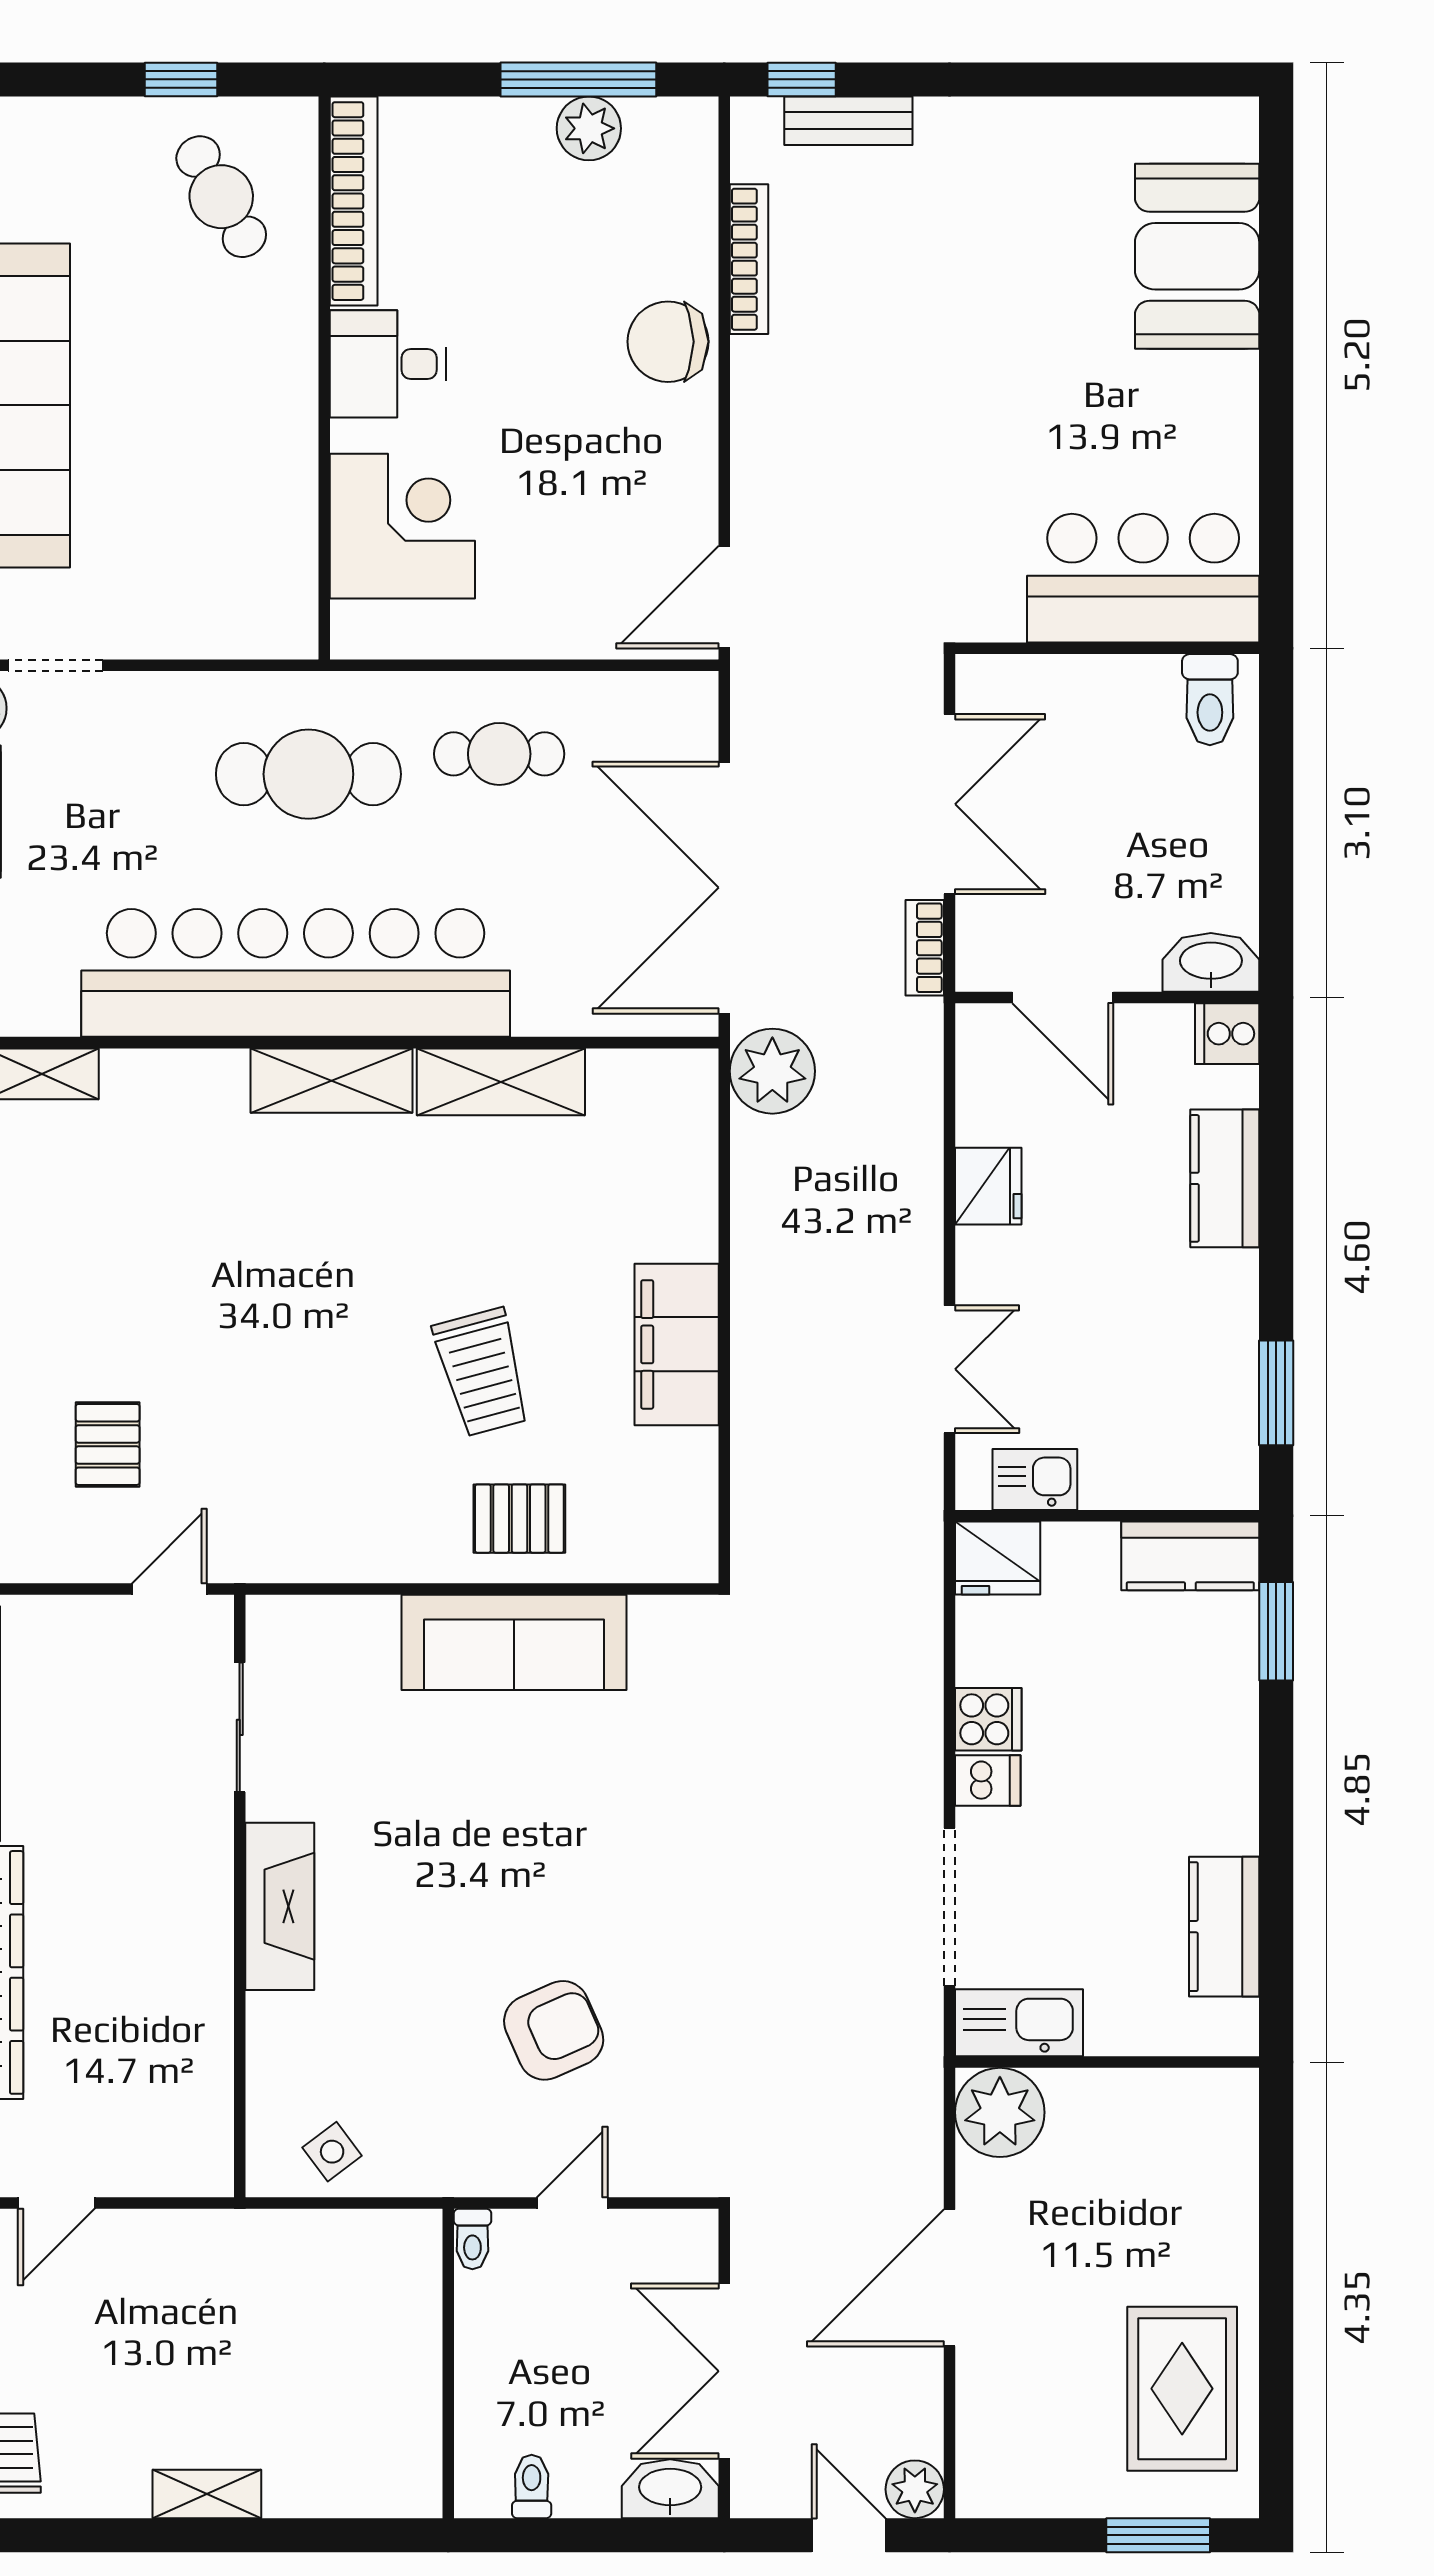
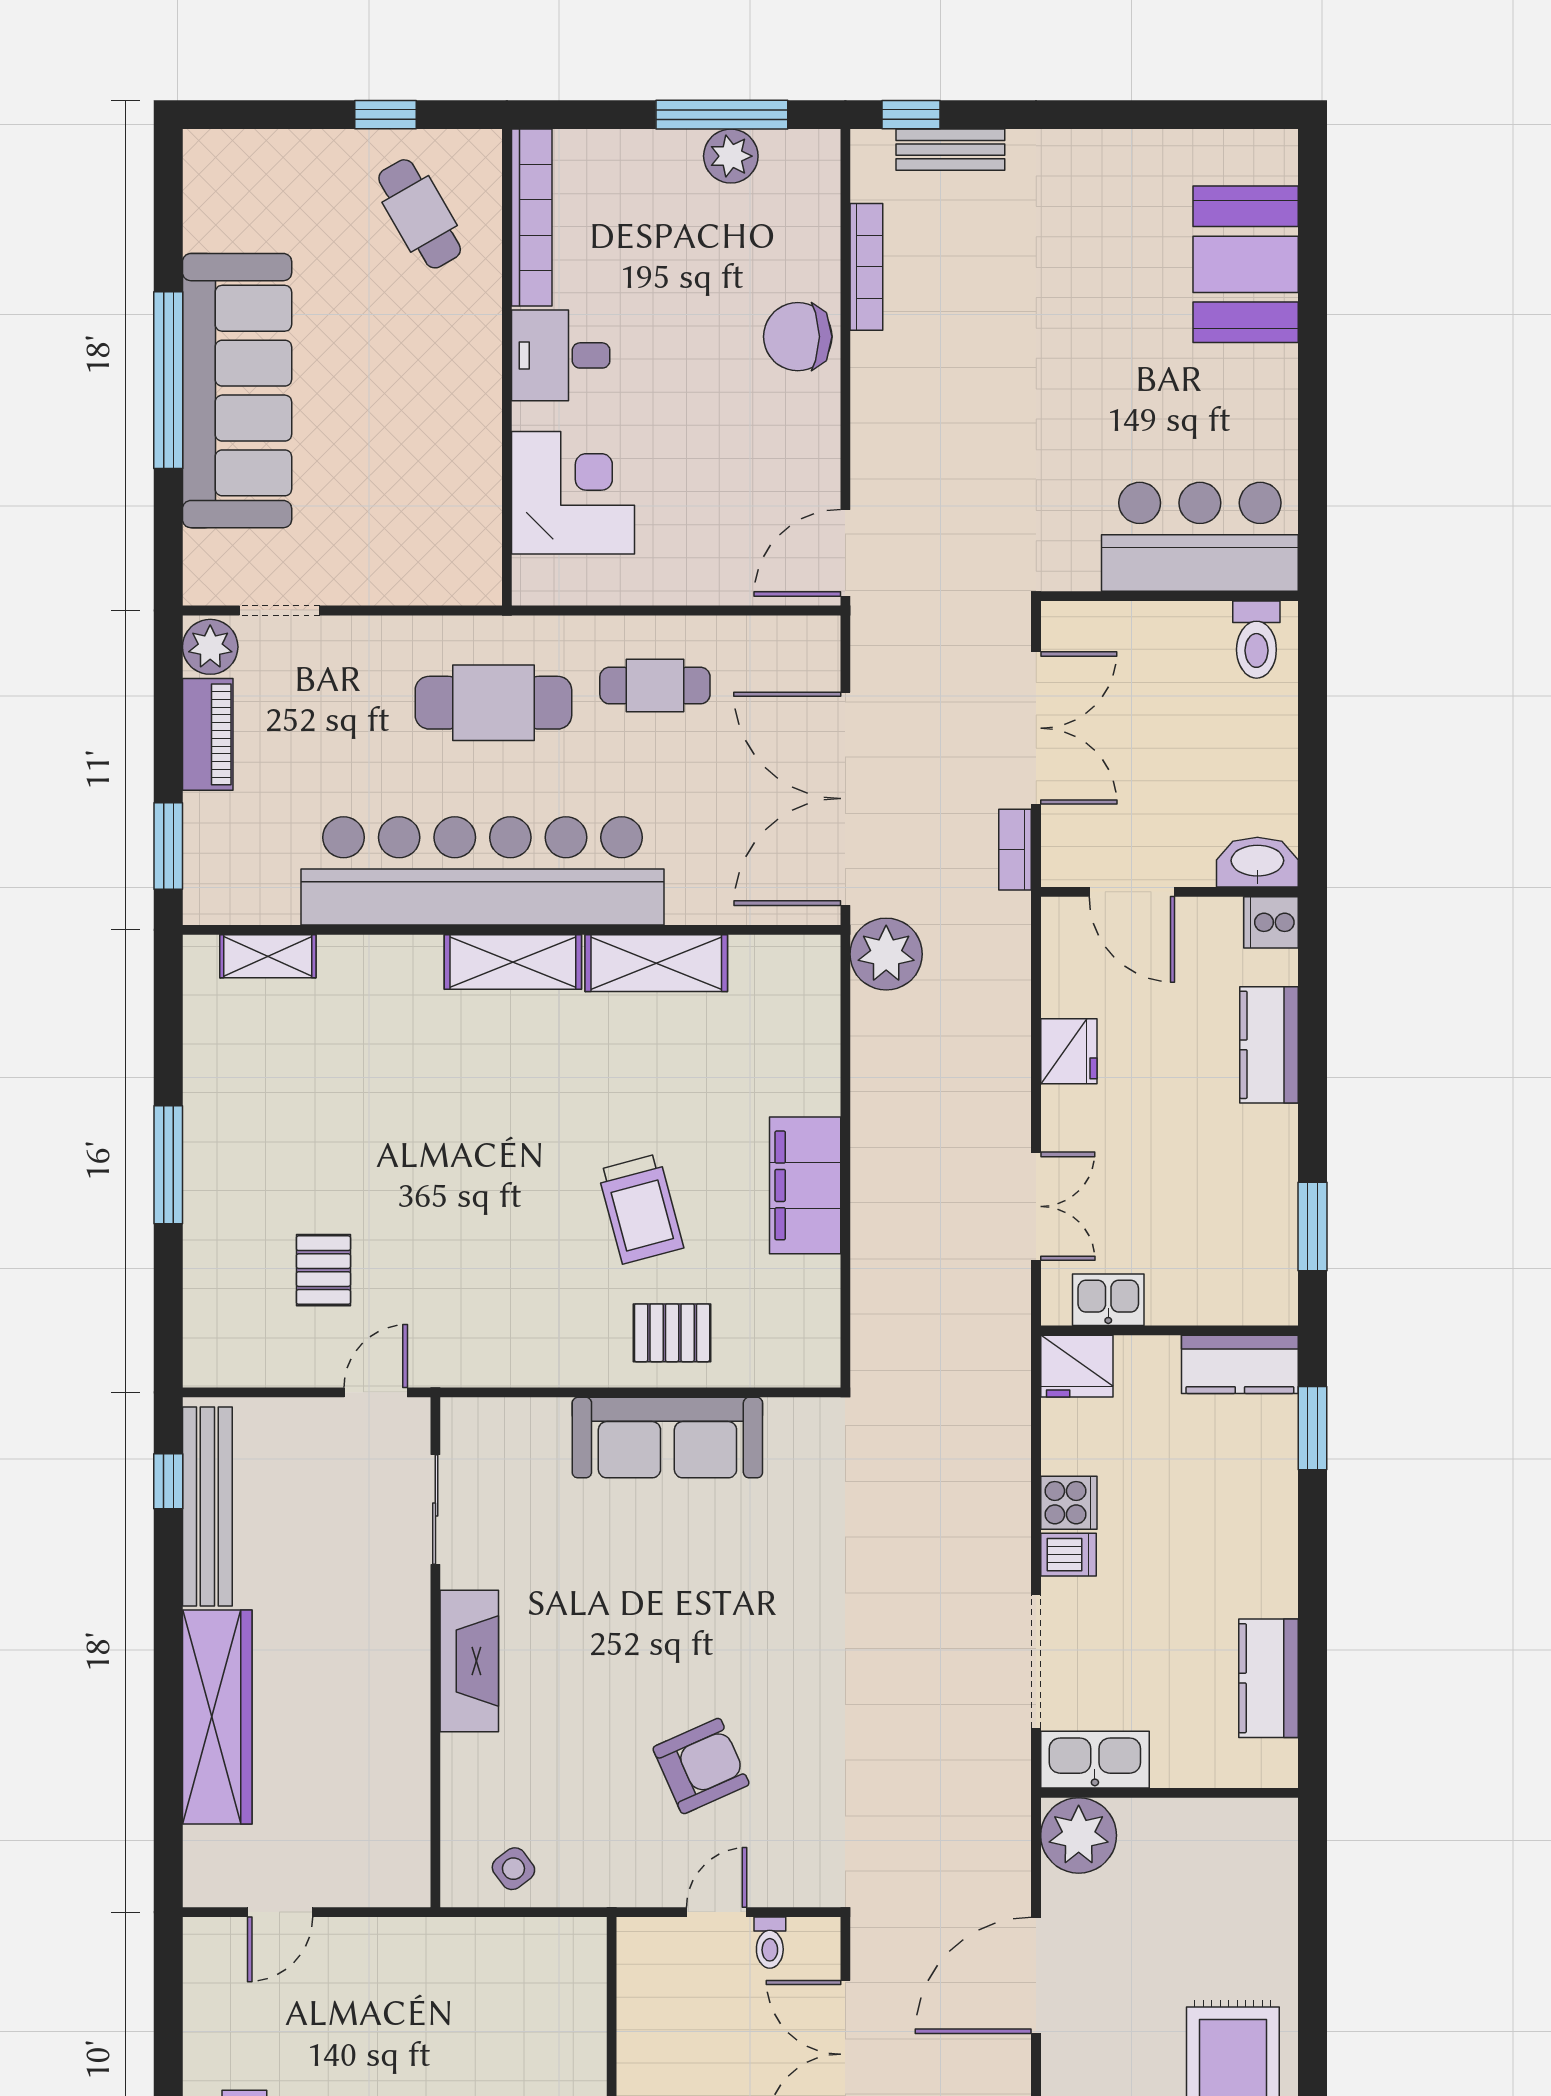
toilet: (472, 2239) -> (770, 1943), moved

